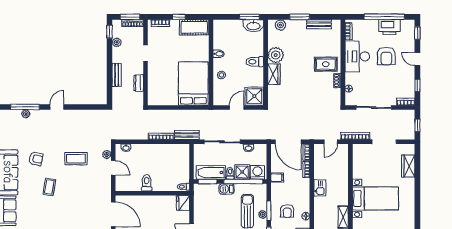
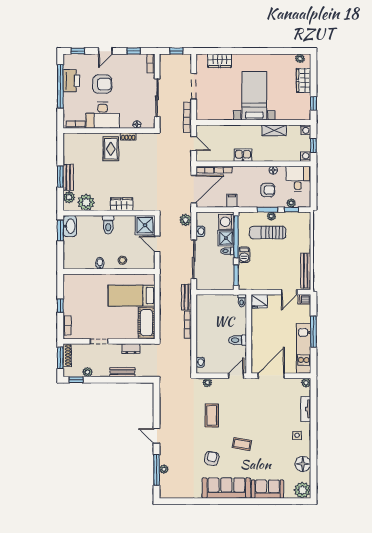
bench: (319, 24) -> (68, 177), moved
cot: (194, 27) -> (146, 323), moved
plant: (276, 55) -> (86, 202), moved
bed: (193, 84) -> (132, 296), width x0.67
plant: (259, 134) -> (186, 220), added
door: (113, 168) -> (236, 376), moved
bathtub: (211, 172) -> (226, 271), removed

